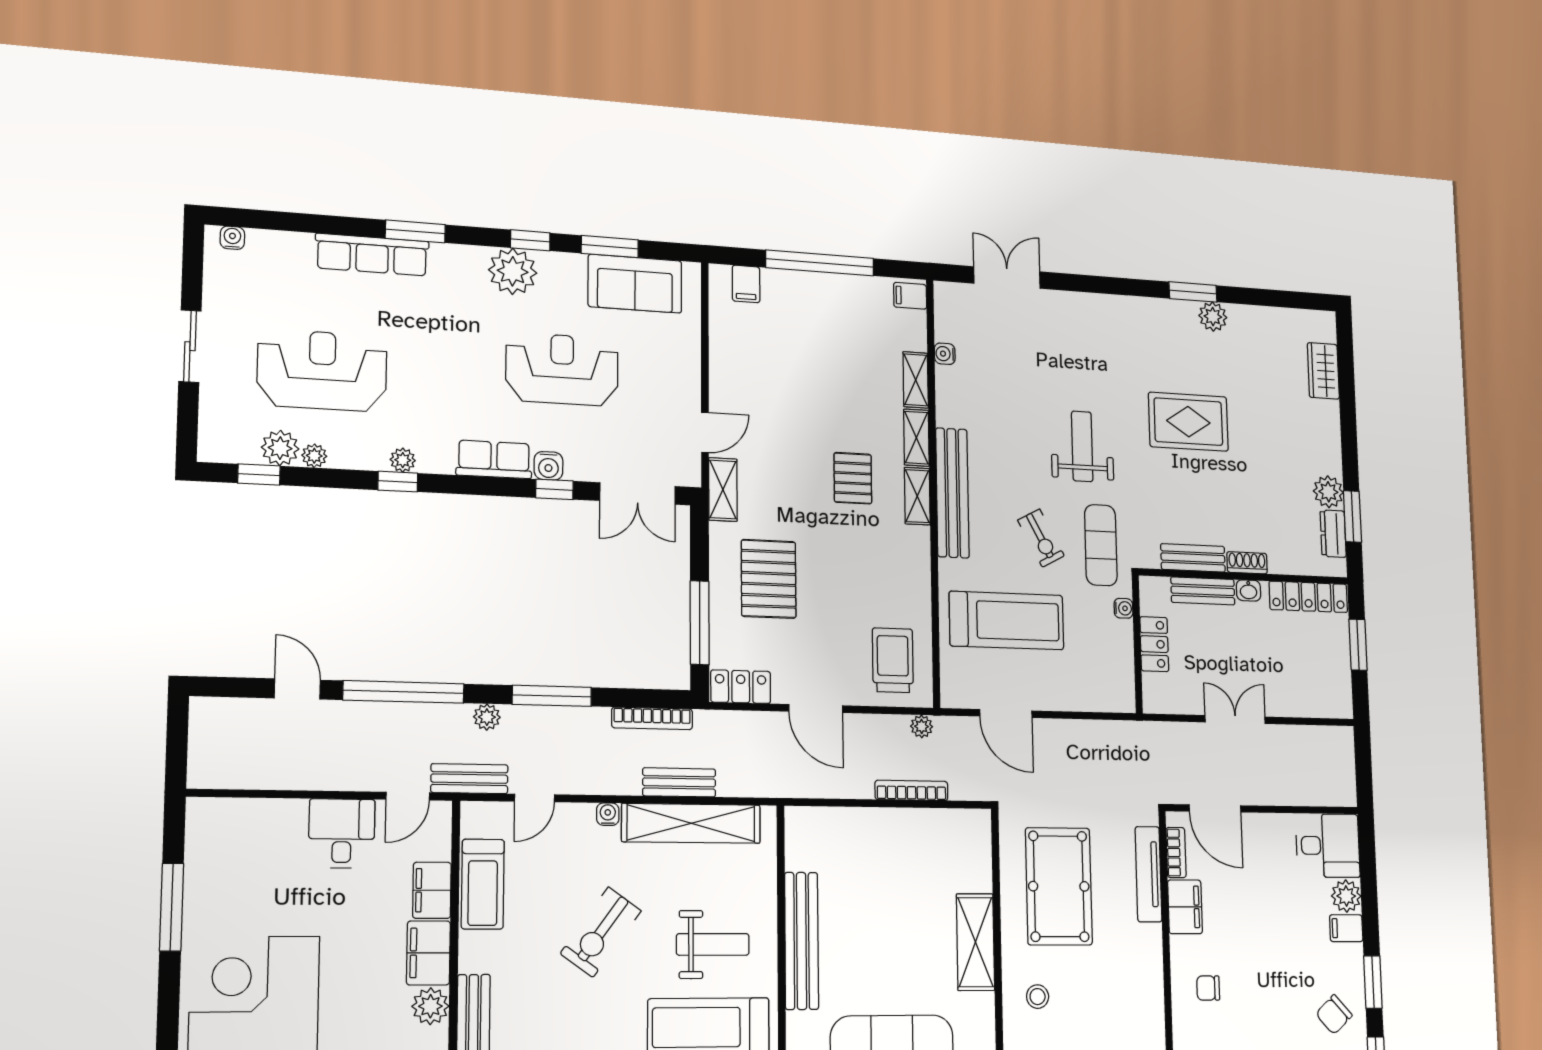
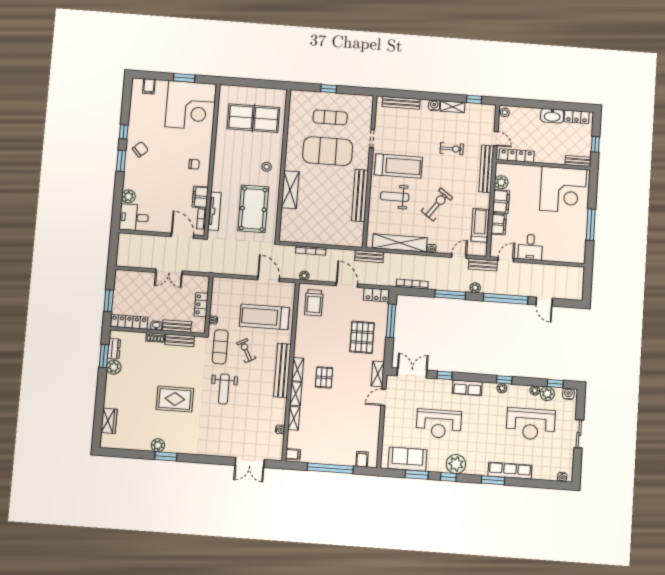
water cooler: (548, 466) -> (568, 394), moved
bench: (679, 782) -> (369, 256), moved
filing cabinet: (1346, 928) -> (130, 183), removed

